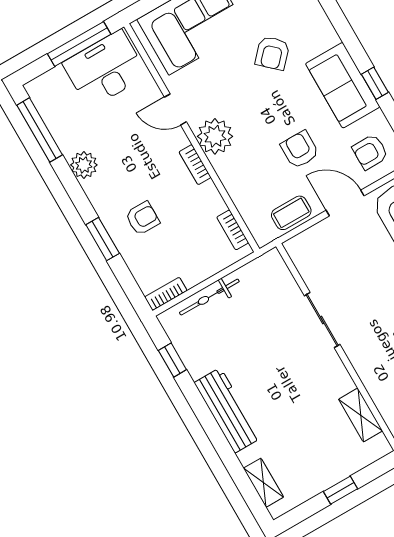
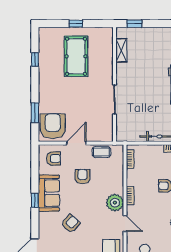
window: (375, 83) -> (35, 200), moved
armchair: (300, 150) -> (82, 177), turned 180
door: (345, 203) -> (76, 143), swing flipped
window: (341, 490) -> (134, 24), moved

